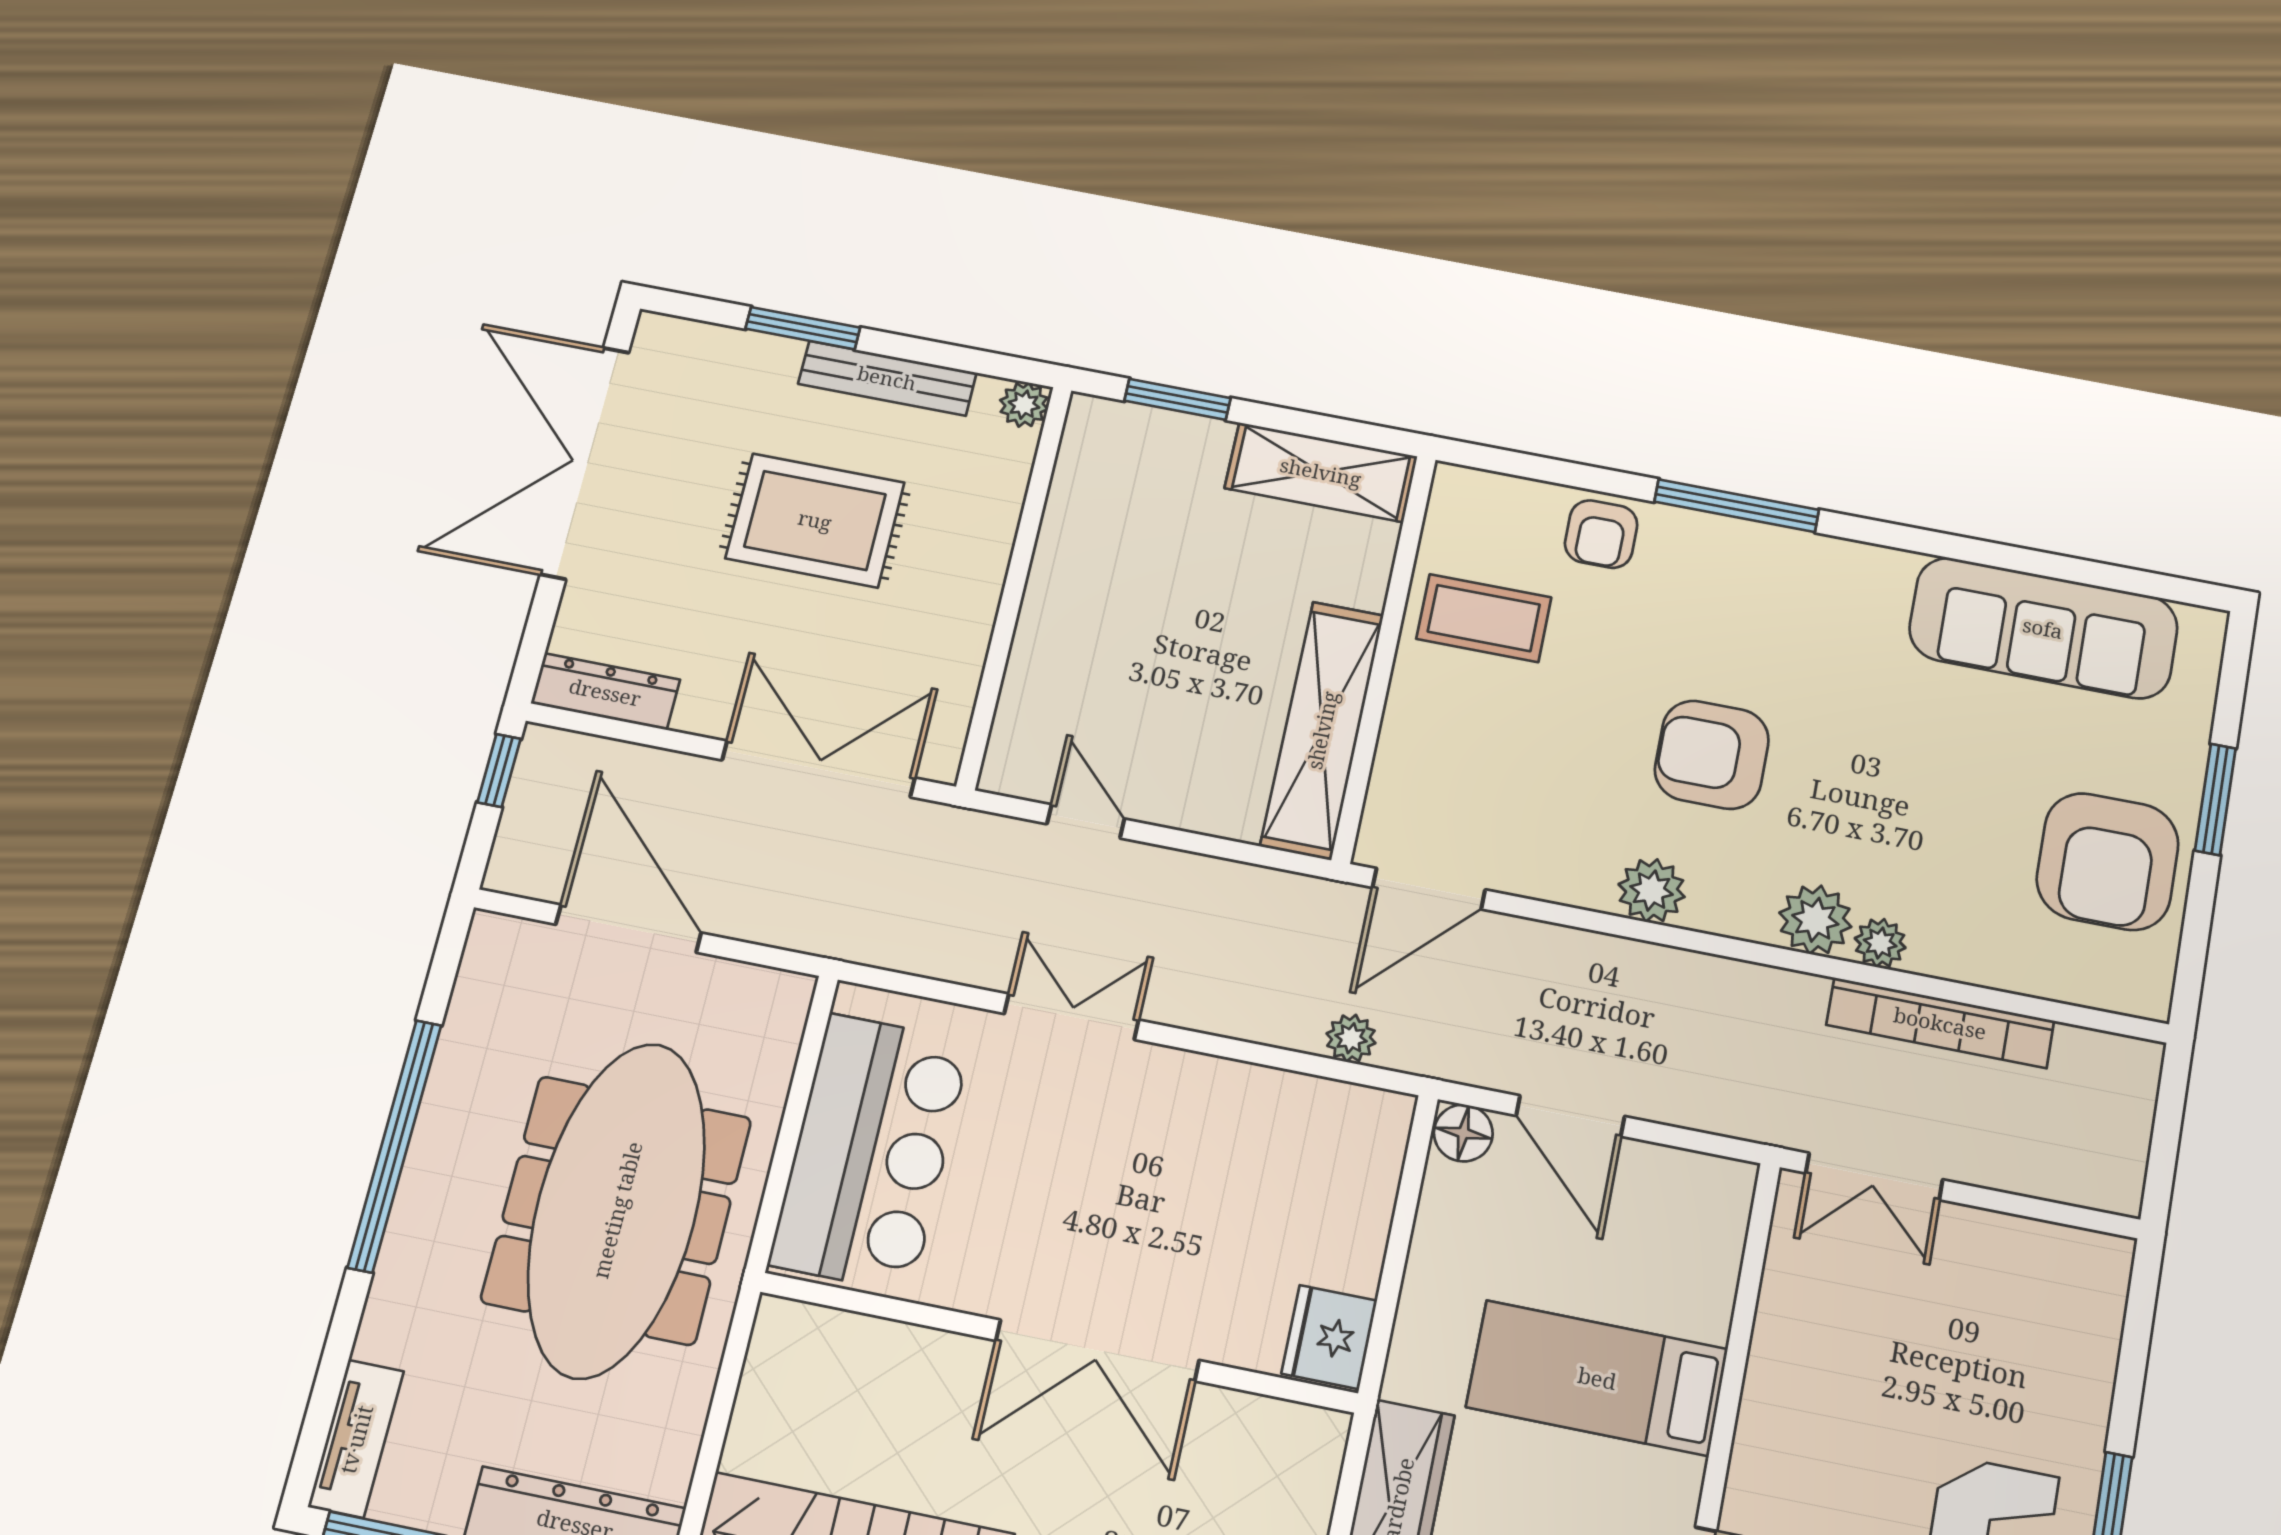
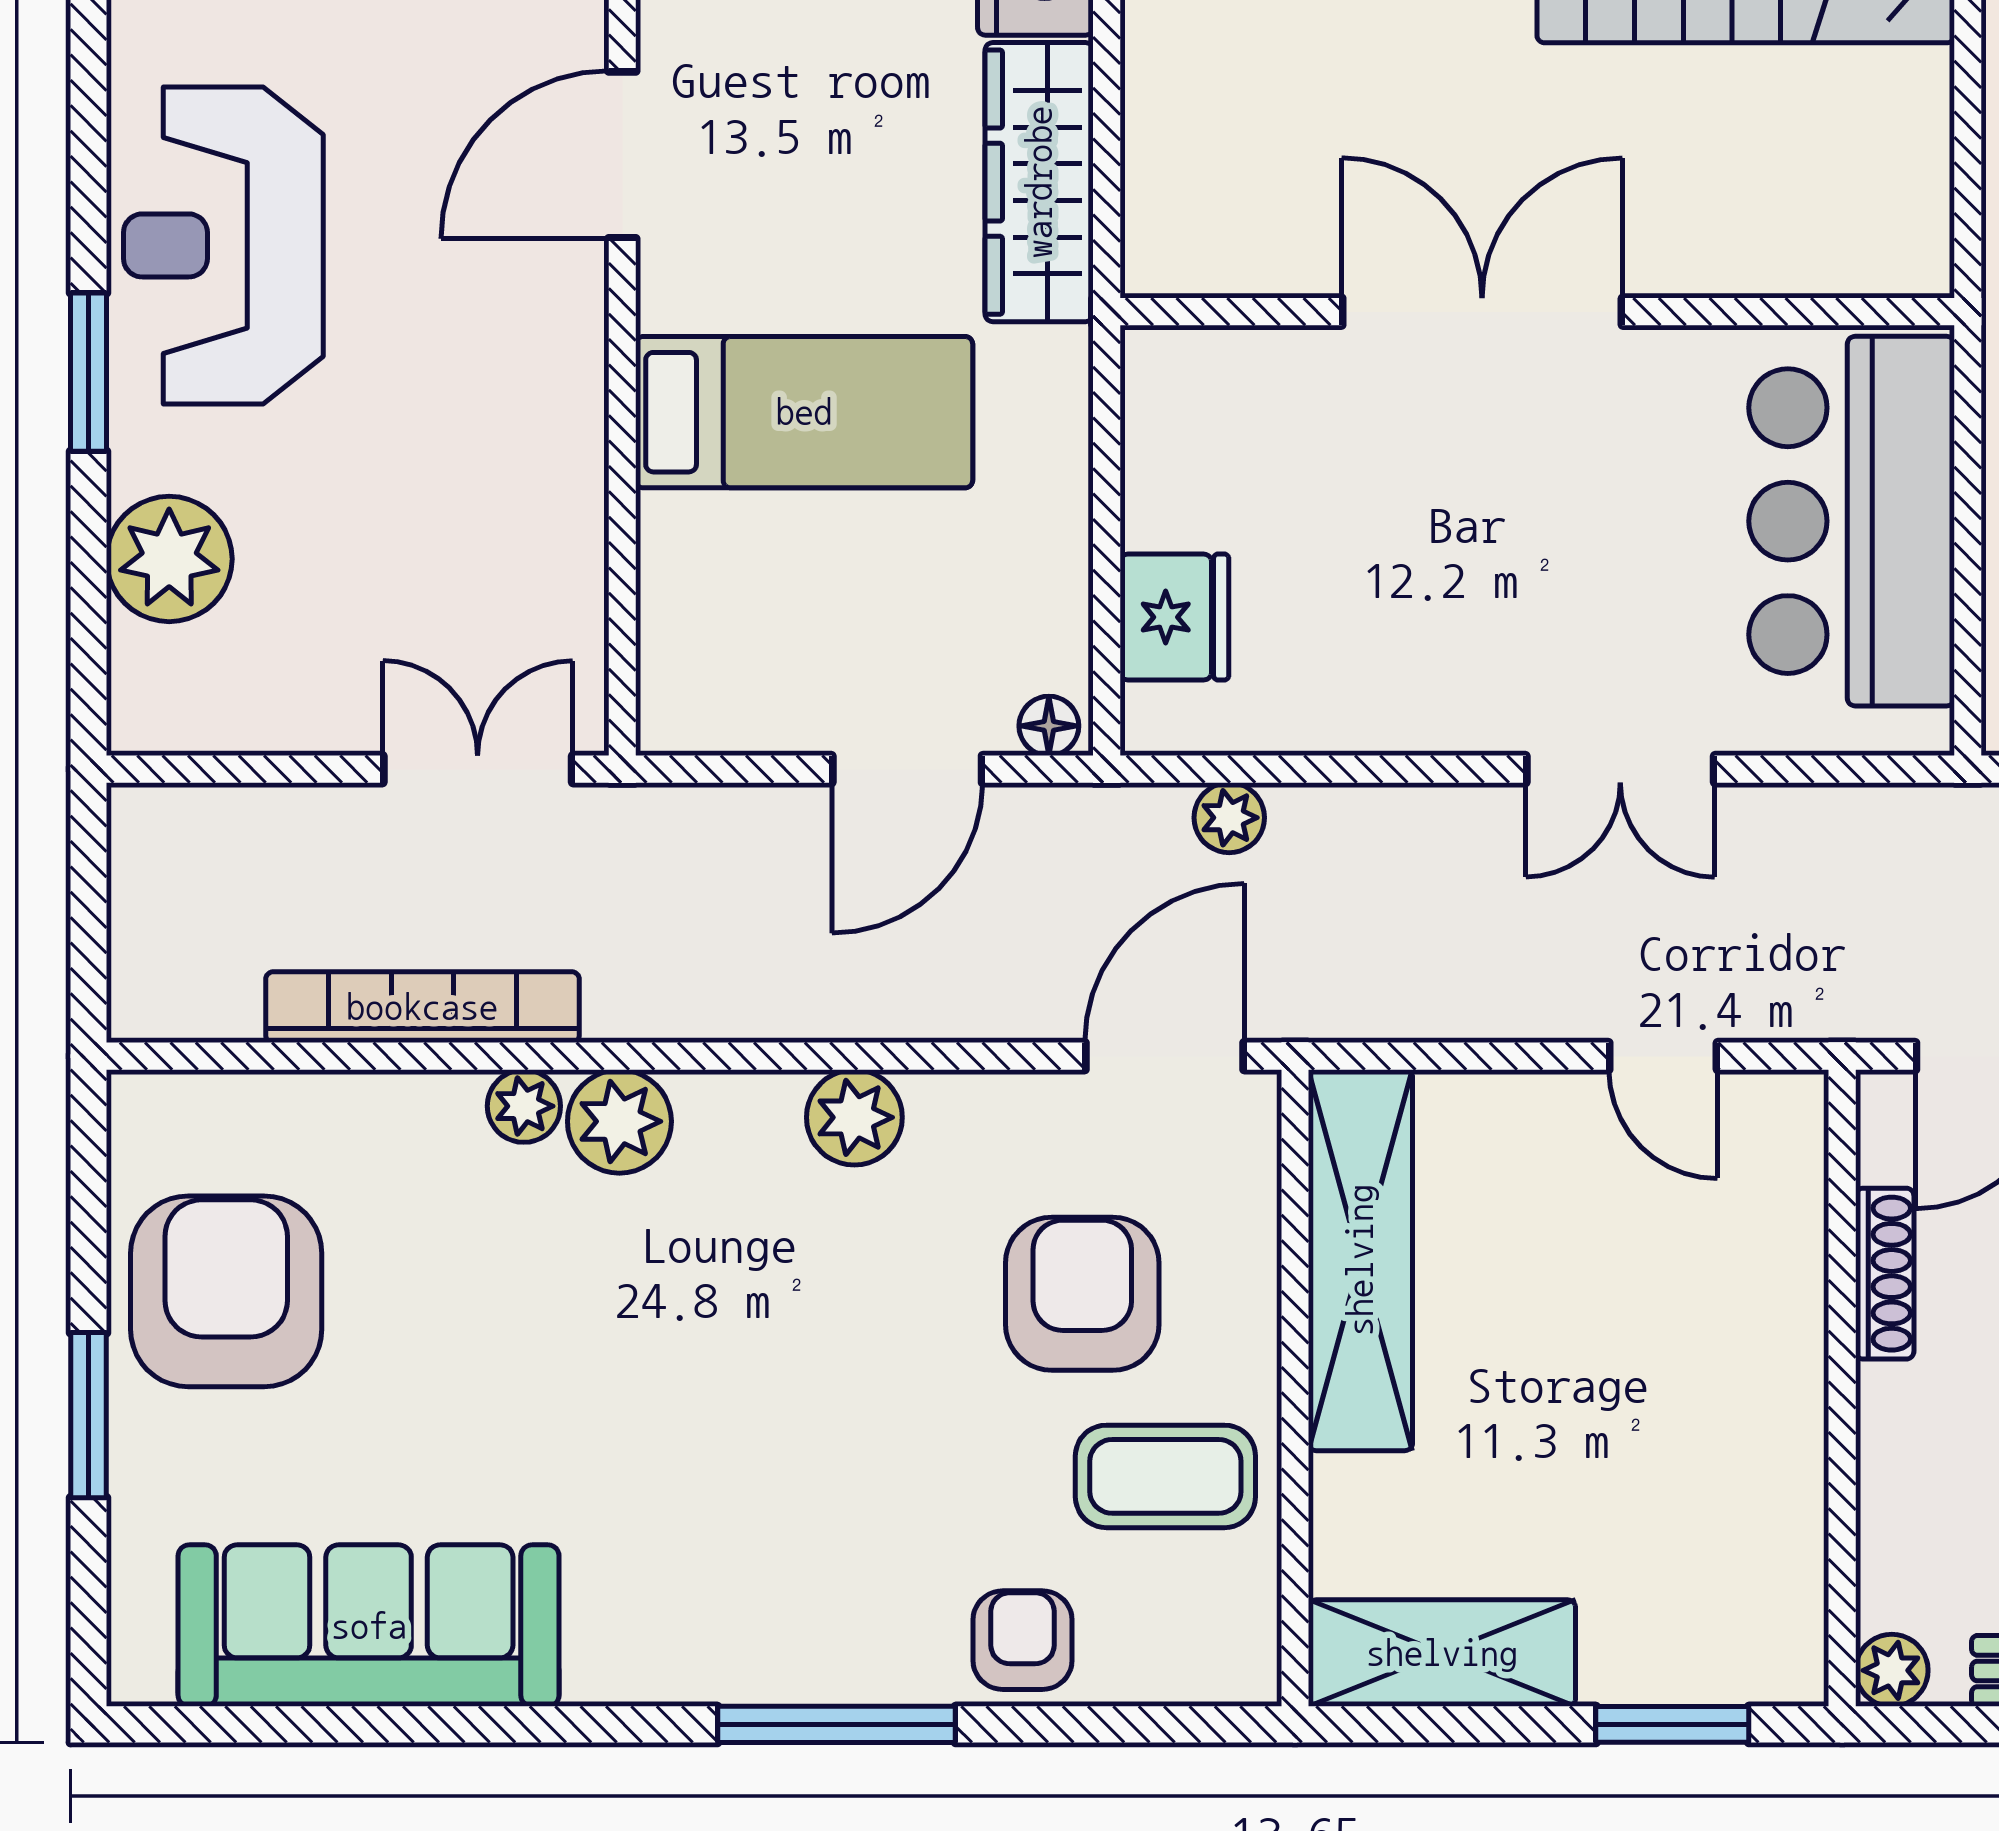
shoe rack: (968, 652) -> (1885, 1274), added
armchair: (1712, 755) -> (1082, 1294), moved, turned -90
door: (1570, 1116) -> (907, 769), swing flipped
floor lamp: (1463, 1133) -> (1049, 726), width x0.73, depth x0.73
fridge: (1329, 1337) -> (1174, 617), moved
plant: (2072, 1367) -> (169, 559), added

